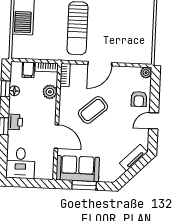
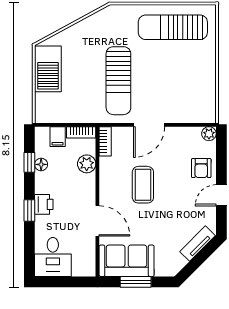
coffee table: (93, 110) -> (143, 185), turned -49

